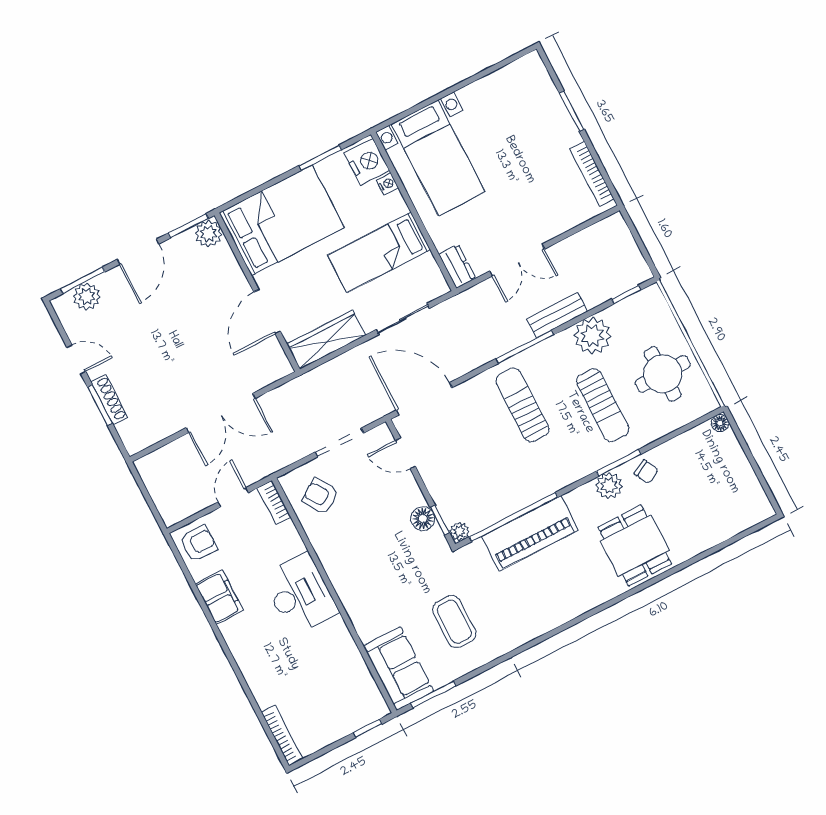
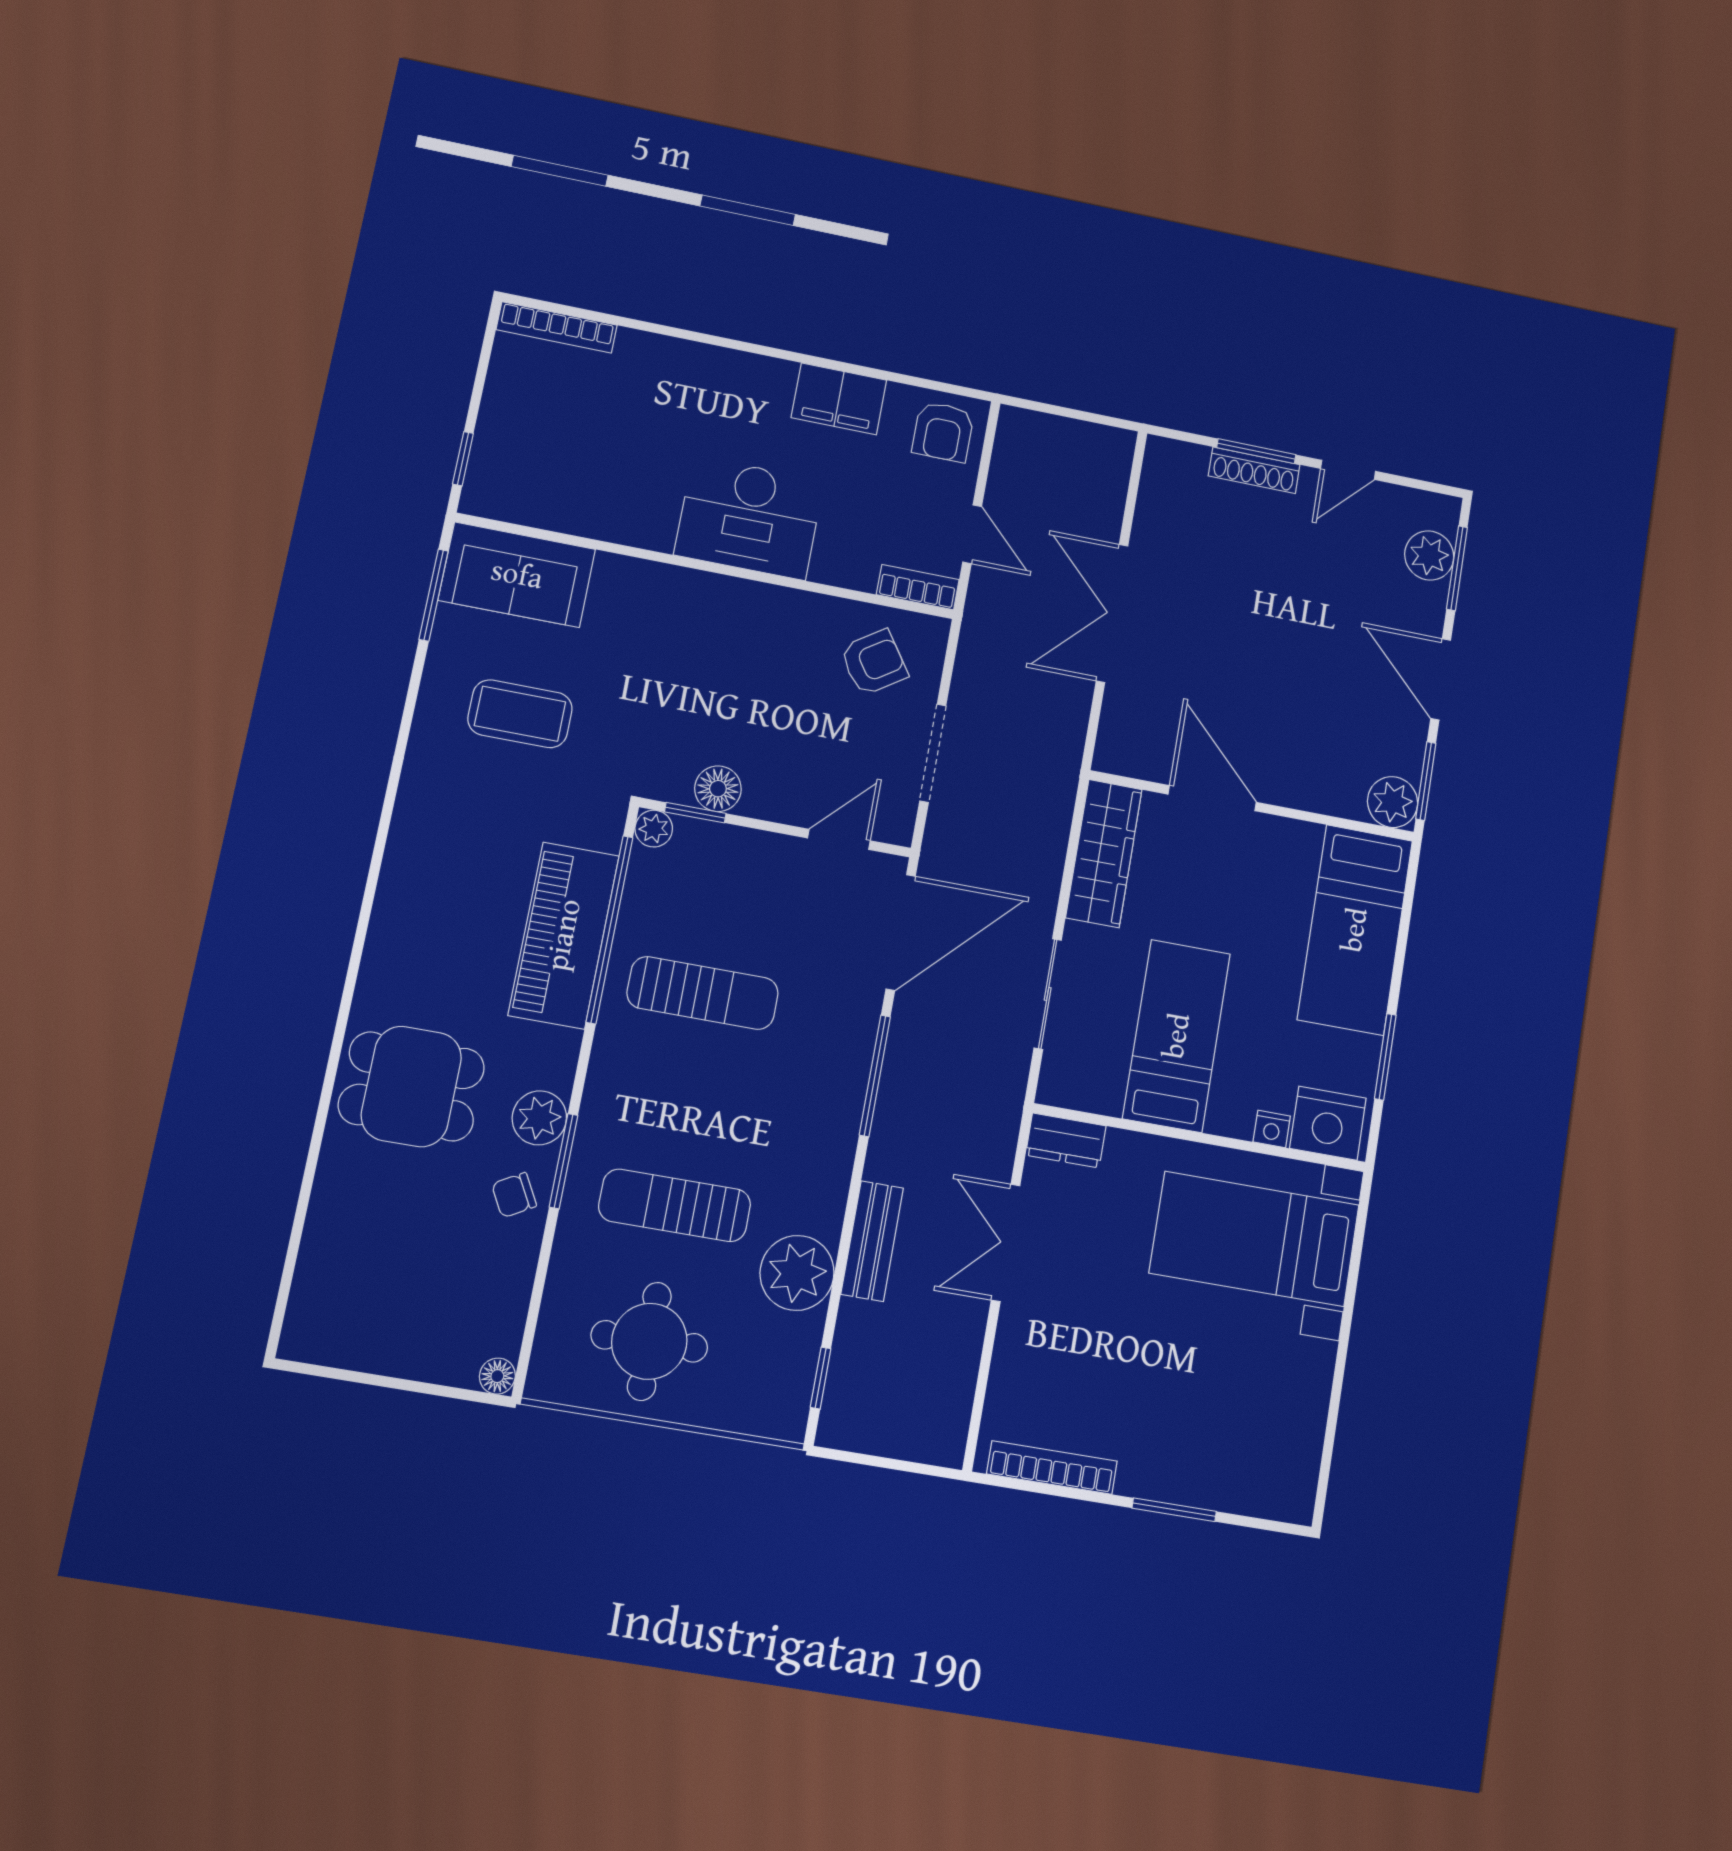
bed: (282, 220) -> (1355, 930), width x0.67
window: (525, 347) -> (875, 1076), moved
sun lounger: (522, 405) -> (703, 993), moved

